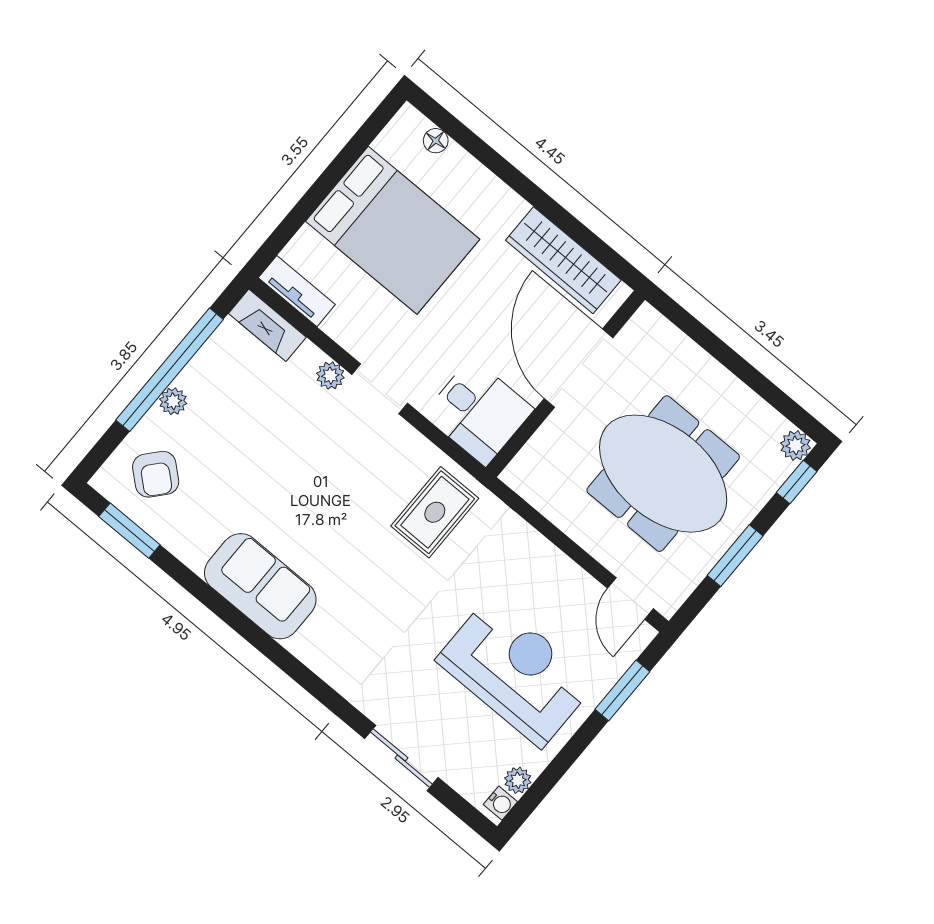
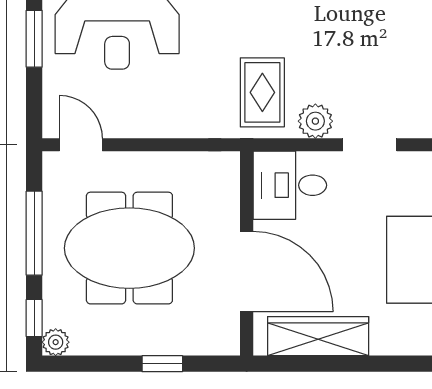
window: (719, 349) -> (162, 364), added
plant: (330, 376) -> (315, 121), moved, width x1.38, depth x1.38
window: (735, 556) -> (34, 233), width x1.44
window: (622, 690) -> (34, 39), moved

